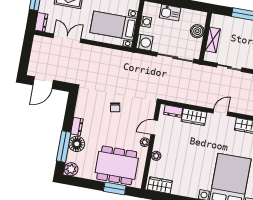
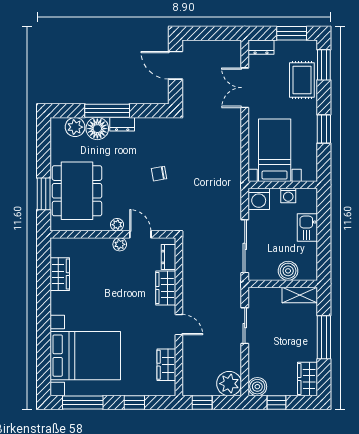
double door: (67, 38) -> (245, 88), swing flipped
shelving: (213, 40) -> (300, 295), moved
window: (64, 147) -> (107, 111), moved
plant: (156, 156) -> (120, 244), moved
plant: (71, 169) -> (75, 127), moved
wardrobe: (160, 185) -> (60, 274), moved

